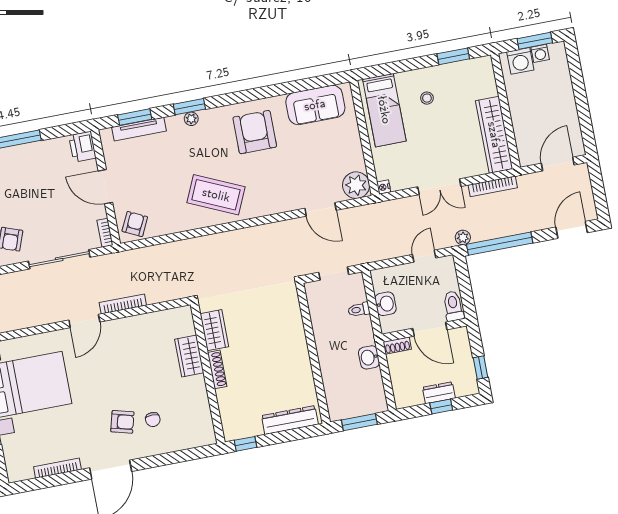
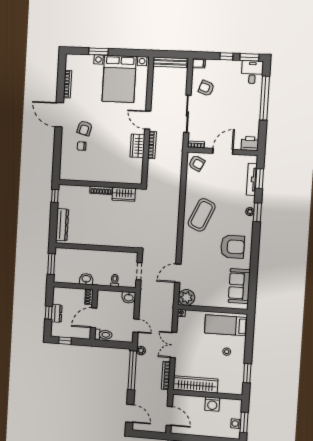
washing machine: (520, 61) -> (212, 404), moved, turned -90
washbasin: (385, 304) -> (129, 297), moved
wardrobe: (189, 356) -> (137, 146), moved, turned -90

